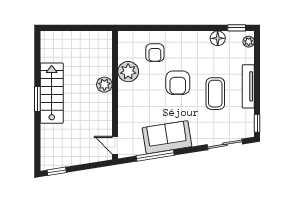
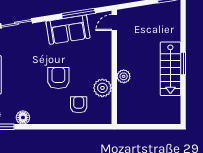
coffee table: (215, 94) -> (25, 68), removed
door: (115, 145) -> (114, 23), swing flipped

